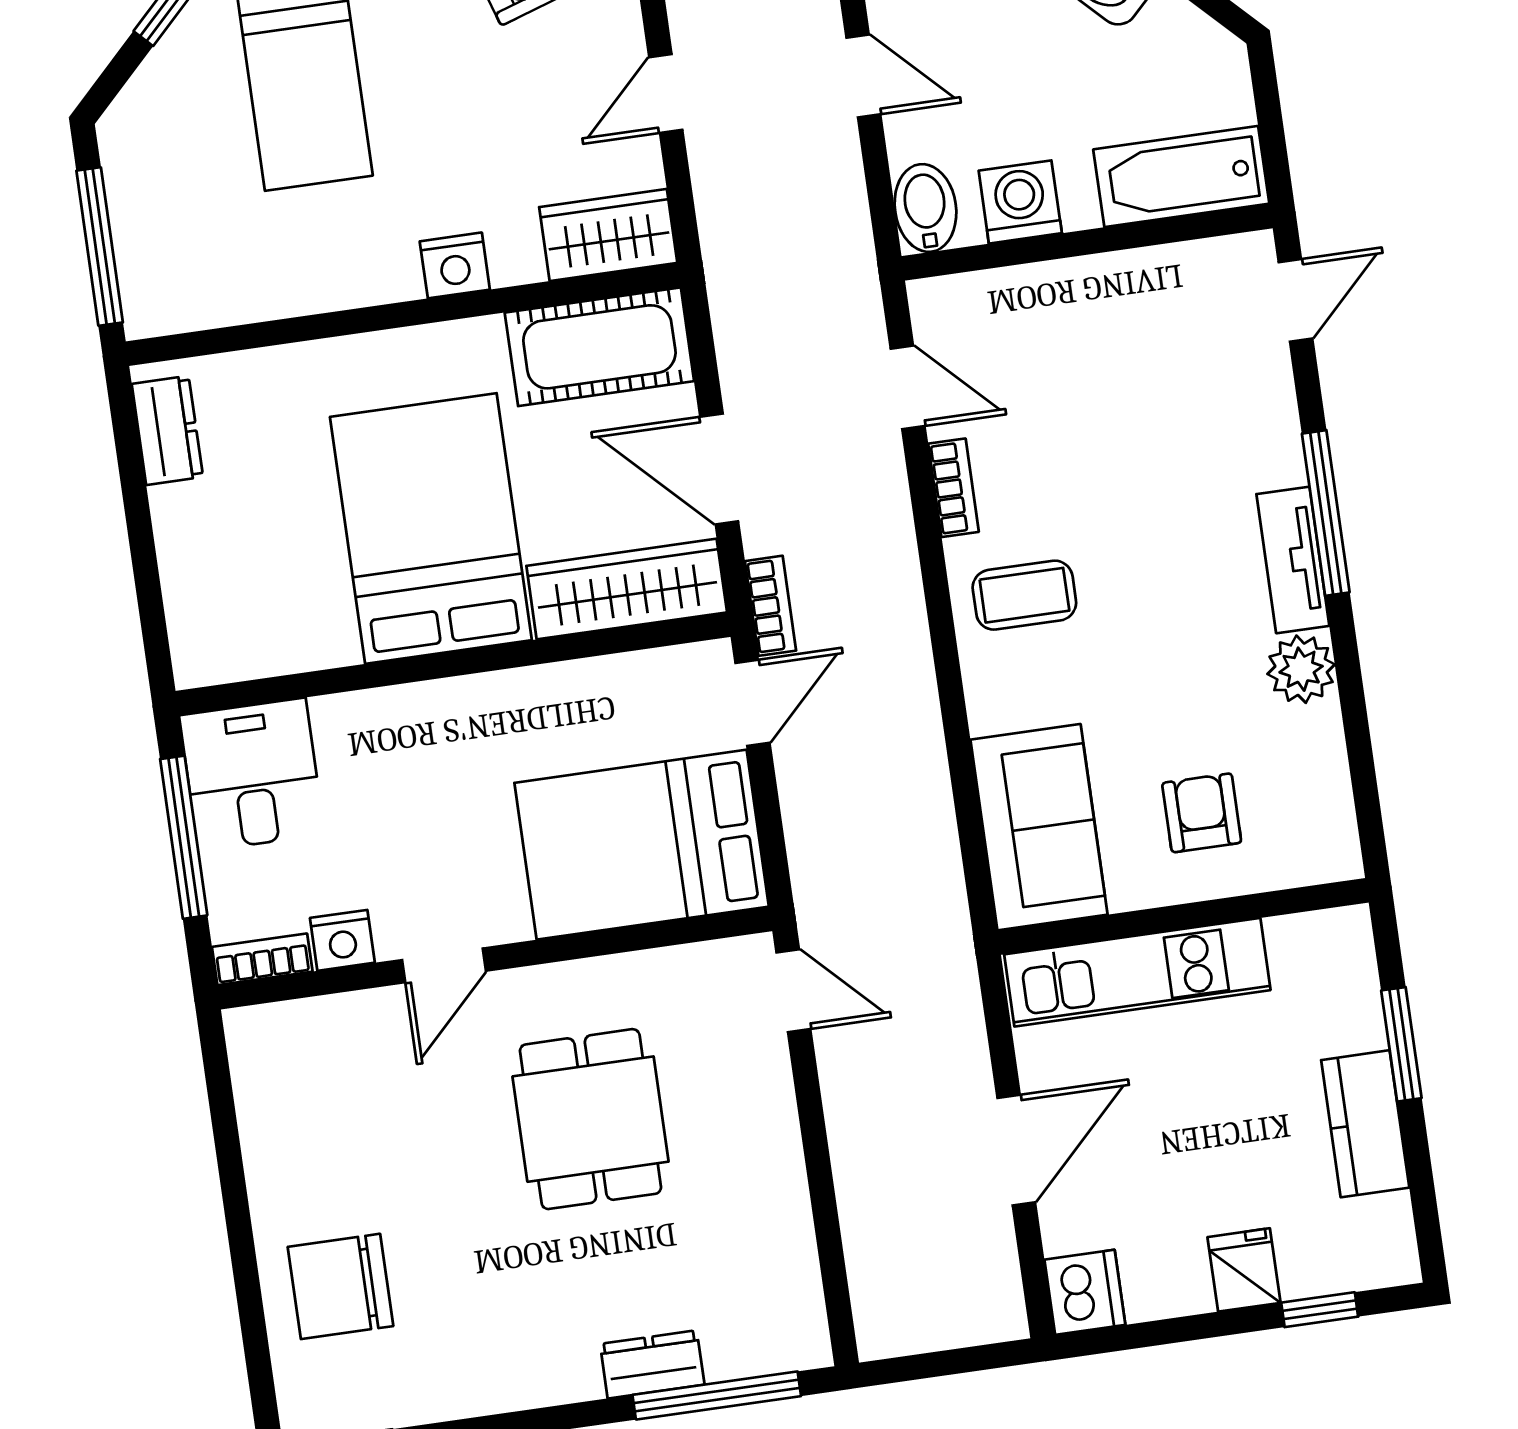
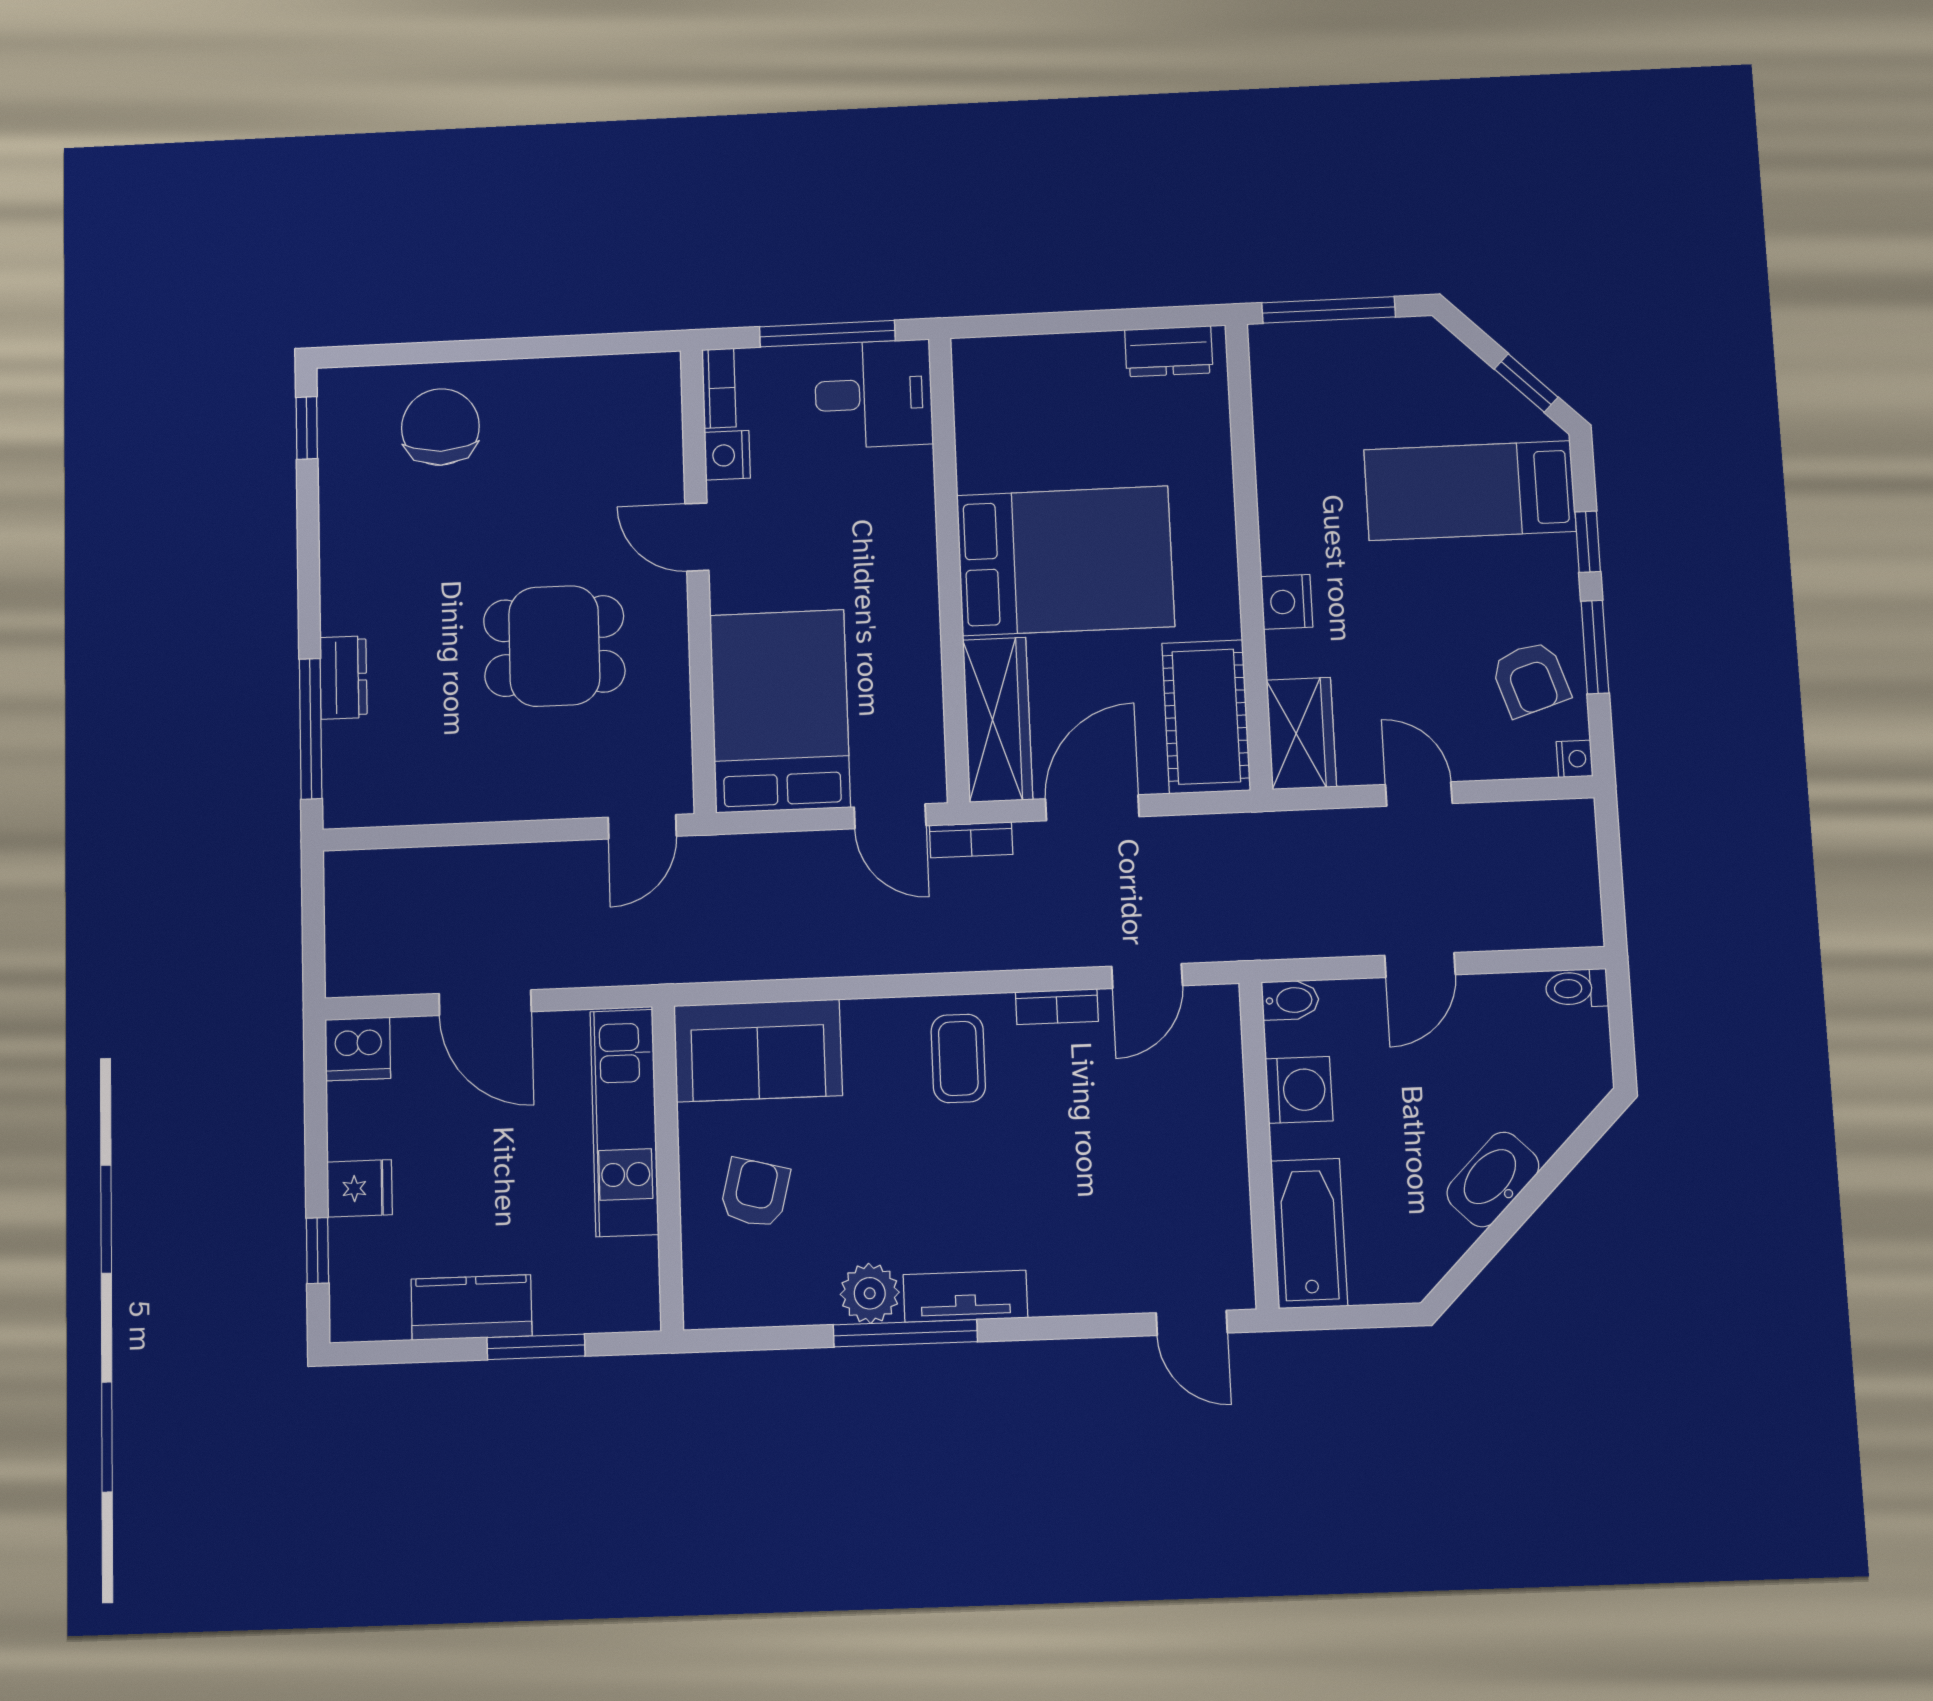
bidet: (925, 208) -> (1290, 1000), width x0.72, depth x0.74
window: (1326, 513) -> (905, 1333), moved
armchair: (1202, 813) -> (755, 1193), turned -76

